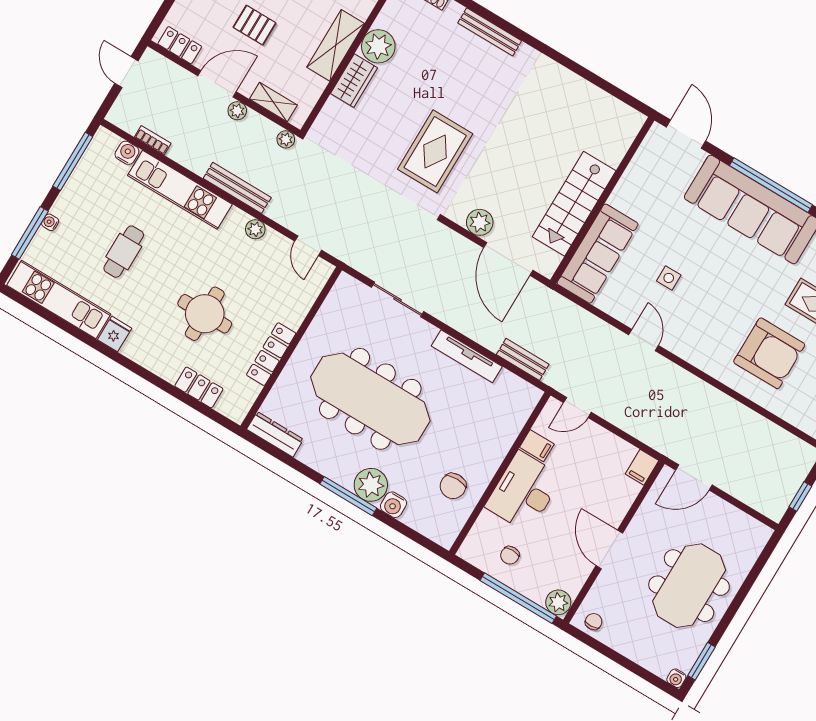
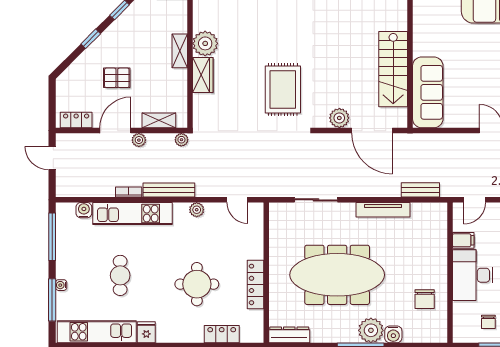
shelving: (336, 45) -> (180, 51), width x0.67, depth x0.75
bookcase: (153, 140) -> (129, 192), moved
side table: (669, 278) -> (483, 80), removed

